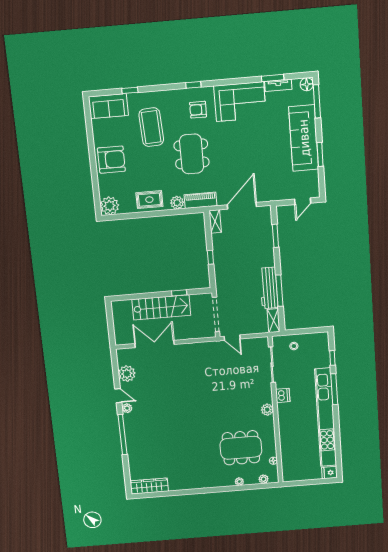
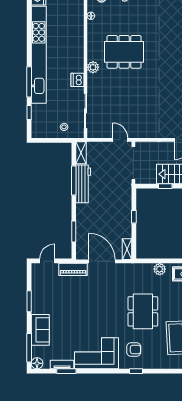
sofa: (304, 138) -> (40, 330), width x0.54, depth x0.79
piano: (201, 200) -> (73, 269), moved
door: (242, 206) -> (102, 261), swing flipped
dining table: (241, 448) -> (124, 52), moved

